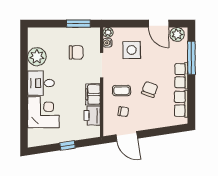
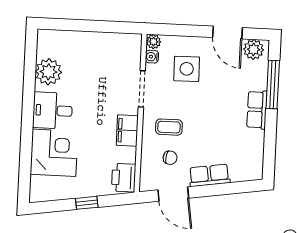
window: (78, 24) -> (111, 27), removed
chair: (76, 52) -> (106, 68), removed
chair: (150, 89) -> (210, 127), removed
row of seats: (181, 104) -> (209, 175), moved, turned 81
printer: (92, 116) -> (124, 178), moved

